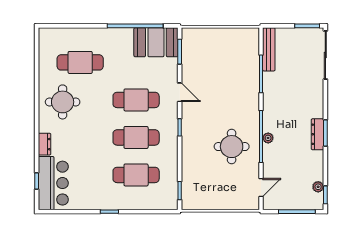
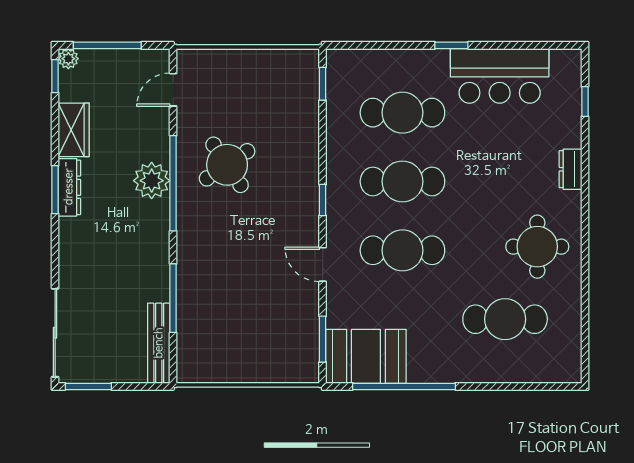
plant: (268, 138) -> (152, 181), width x1.88, depth x1.88
round table: (232, 147) -> (227, 165), turned -34
wardrobe: (315, 166) -> (74, 130), added
bar counter: (53, 183) -> (500, 76), moved, turned -90
plant: (318, 187) -> (68, 59), moved

